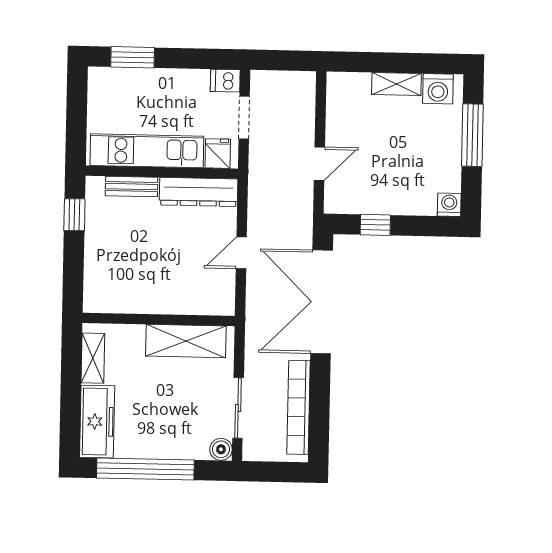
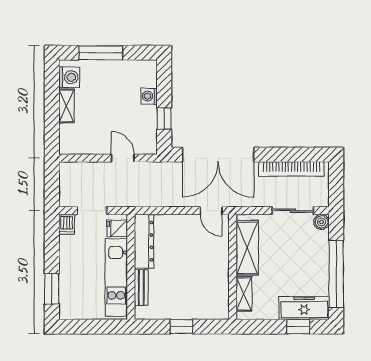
washing machine: (449, 205) -> (149, 96), moved
window: (74, 215) -> (181, 327), moved
door: (241, 253) -> (211, 211), moved
shelving: (93, 358) -> (244, 294), moved, turned 90
window: (70, 413) -> (298, 327), added

